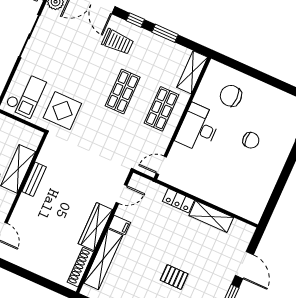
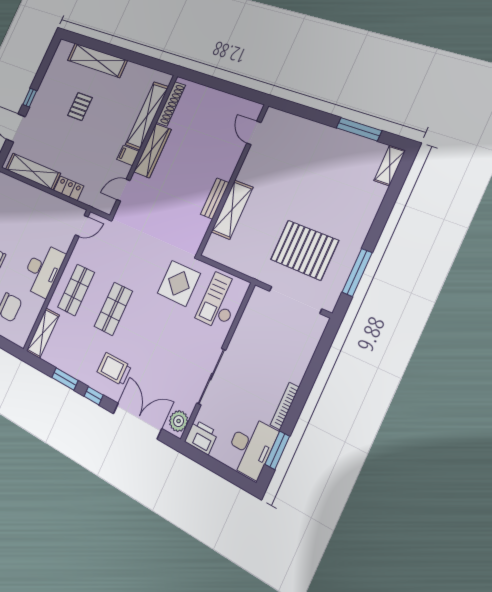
shelving: (211, 216) -> (33, 171), width x1.47
pallet: (174, 277) -> (80, 107), turned 90

